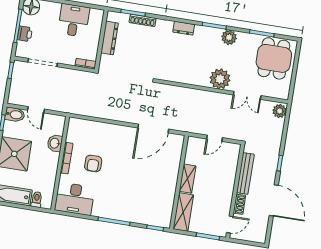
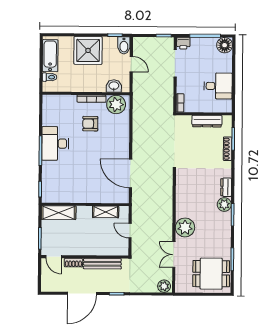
printer: (25, 34) -> (183, 43), moved
plant: (229, 37) -> (224, 204), moved
door: (36, 110) -> (131, 64), swing flipped
plant: (77, 133) -> (116, 104), added
washbasin: (55, 143) -> (114, 86), moved
shelving: (188, 179) -> (106, 212), moved
desk: (75, 199) -> (55, 144), moved

